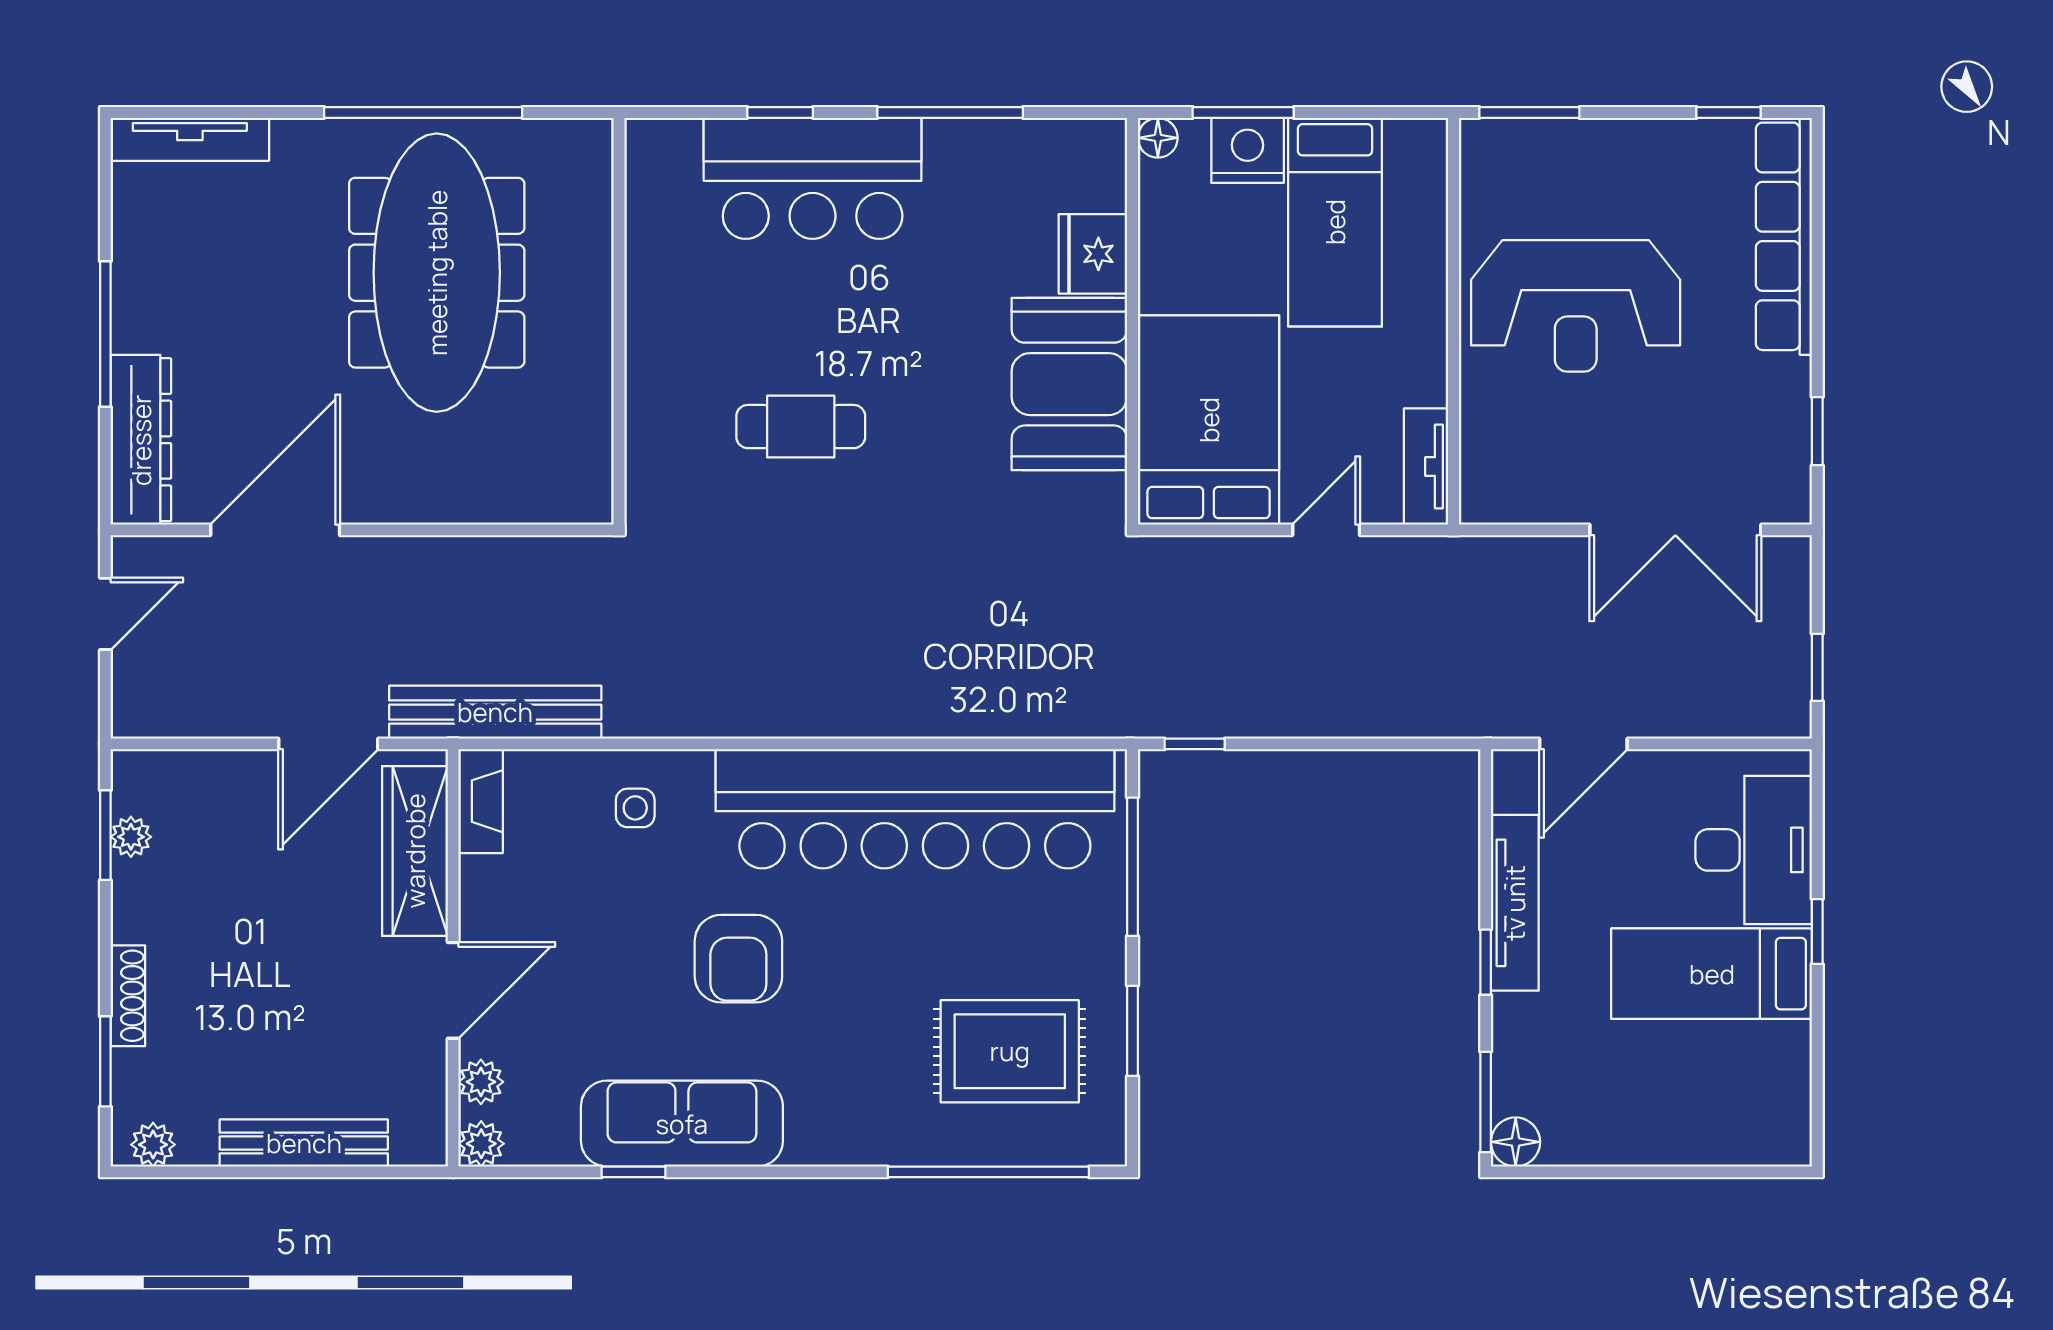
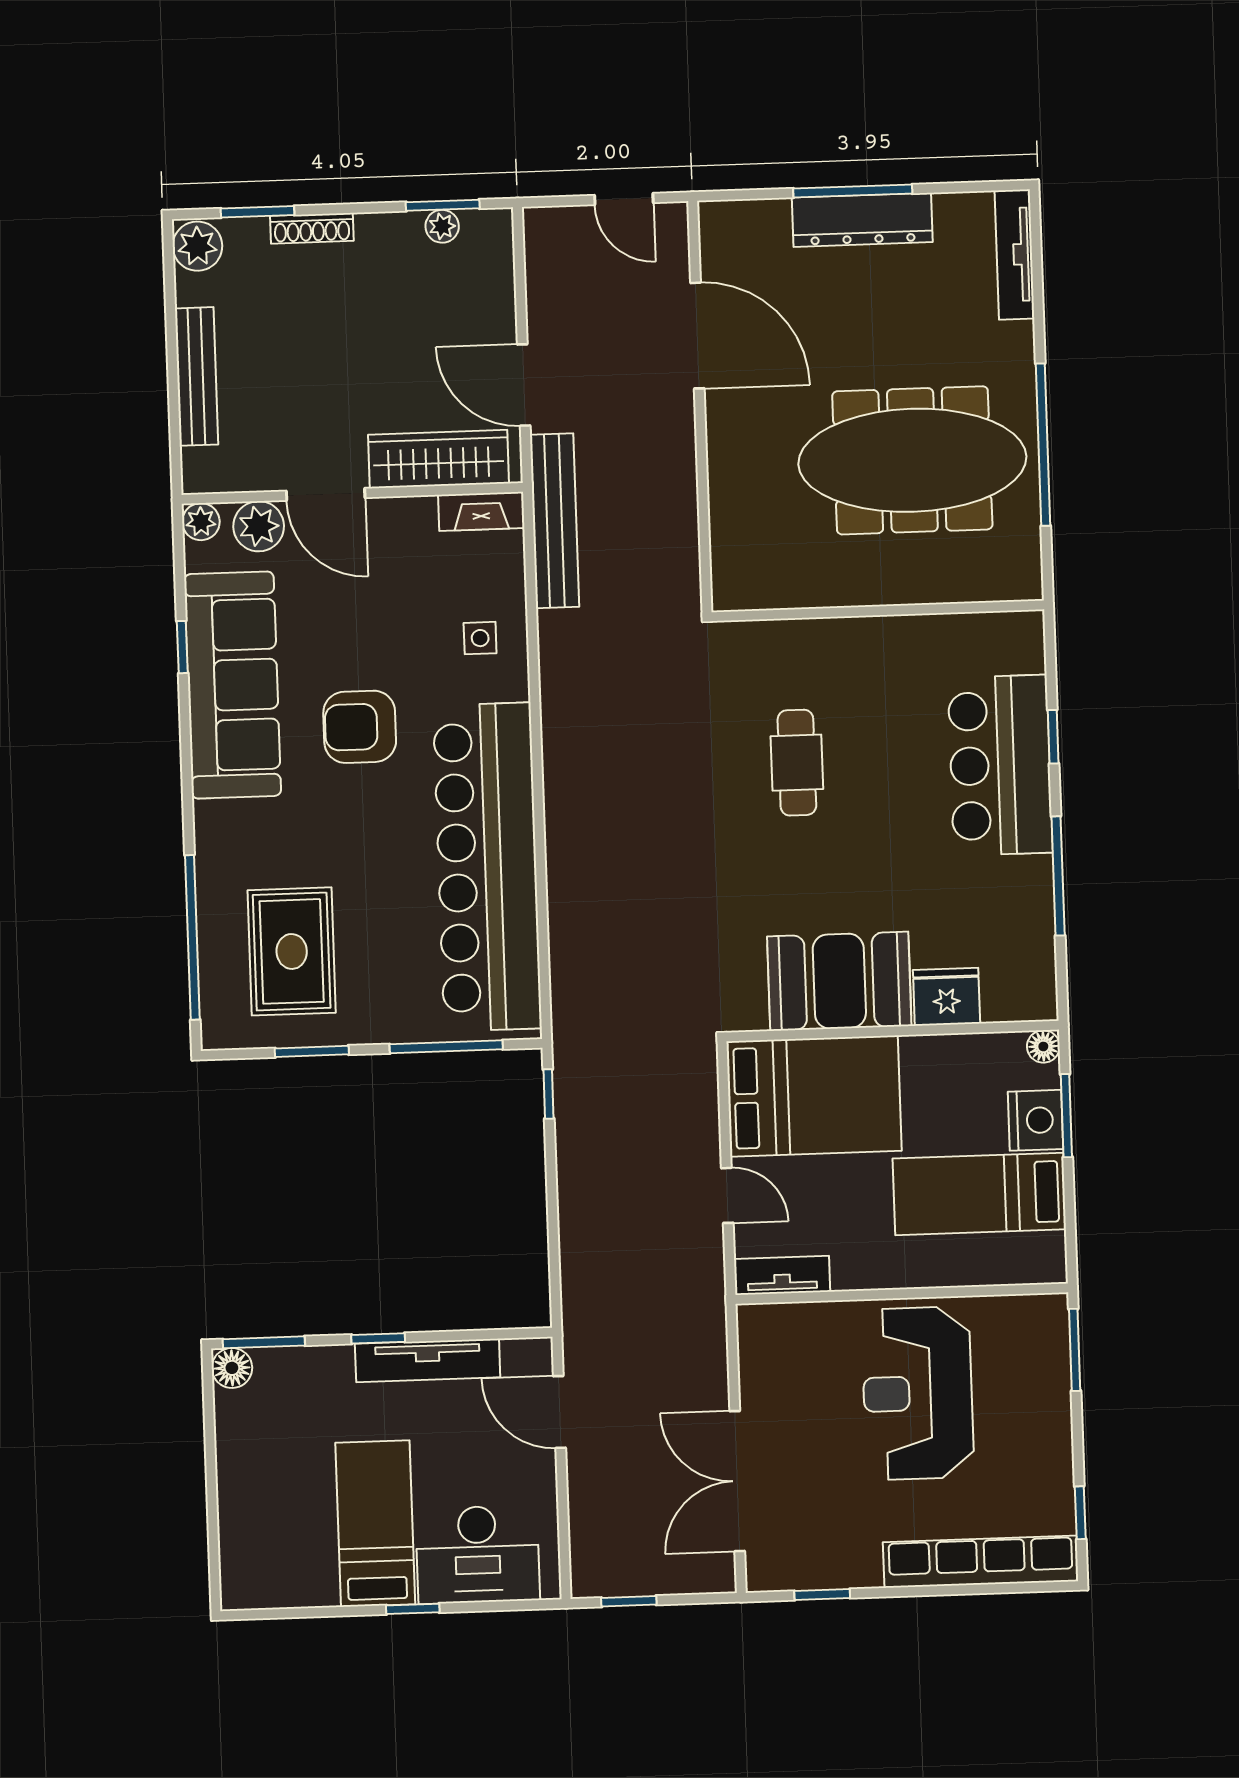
dresser: (141, 440) -> (862, 220), moved
plant: (481, 1082) -> (259, 526), width x1.38, depth x1.38
sofa: (682, 1124) -> (233, 685), width x1.36, depth x1.27
plant: (153, 1145) -> (197, 246), width x1.38, depth x1.38

